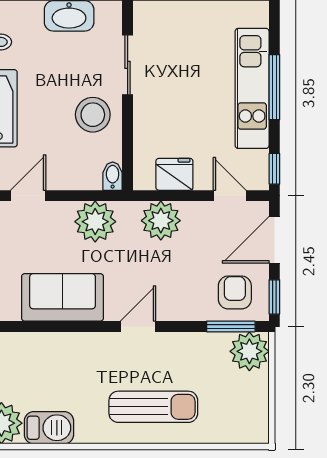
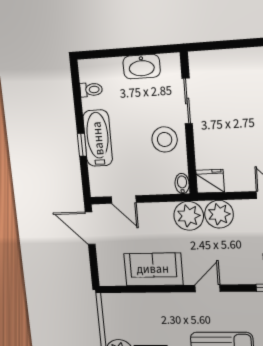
fridge: (174, 174) -> (210, 181), moved
door: (28, 196) -> (124, 200), swing flipped
plant: (95, 222) -> (189, 216), moved

